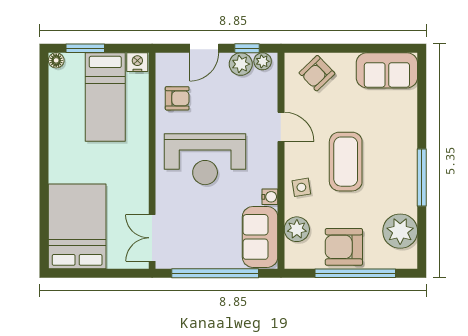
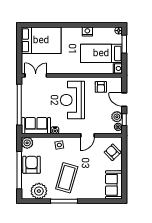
nightstand: (58, 127) -> (87, 32), added
coffee table: (346, 162) -> (67, 178), moved, turned -74
plant: (297, 229) -> (27, 143), moved

